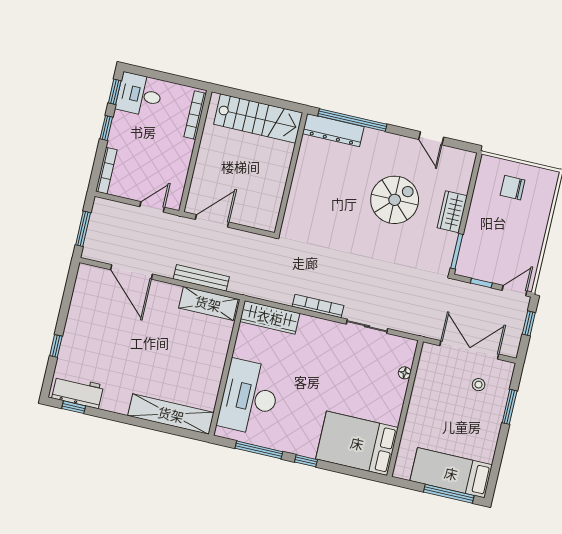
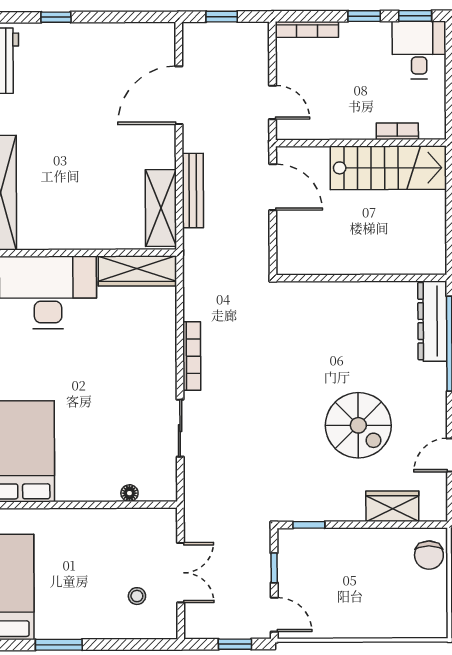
bookcase: (195, 115) -> (397, 131), width x0.64
stairs: (258, 118) -> (388, 168), moved, turned -90
chair: (513, 188) -> (429, 555), moved, turned 180
wardrobe: (452, 212) -> (392, 506), moved
window: (83, 229) -> (222, 17), width x0.67
window: (457, 251) -> (309, 525), width x0.67
wardrobe: (270, 317) -> (137, 271), moved, turned -90
double door: (469, 350) -> (181, 573), width x0.73
window: (510, 407) -> (59, 645), moved

